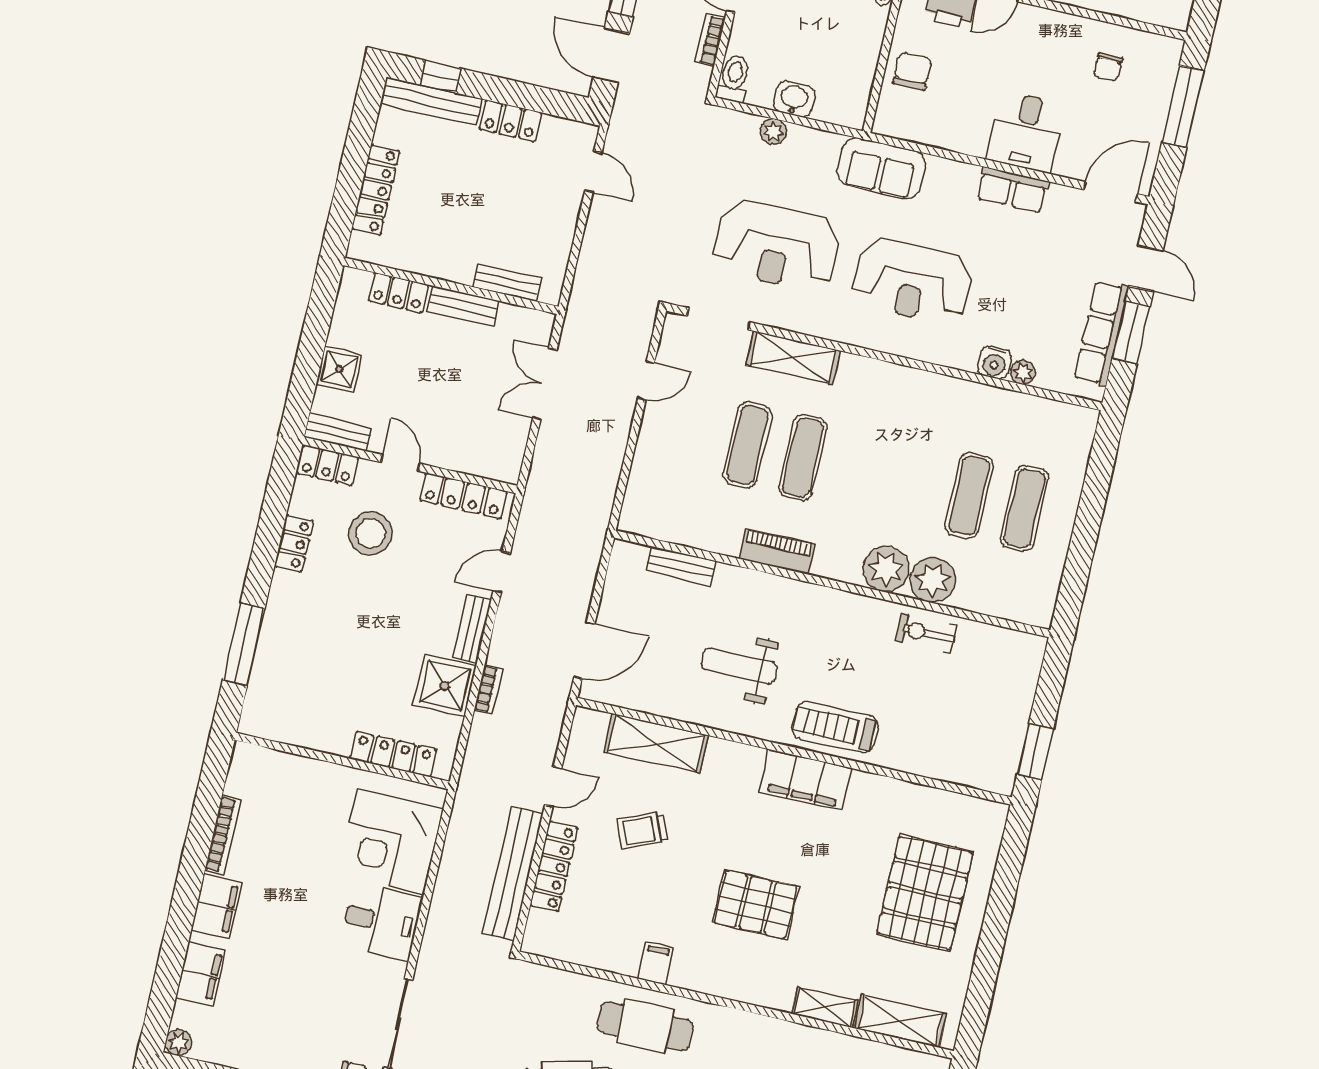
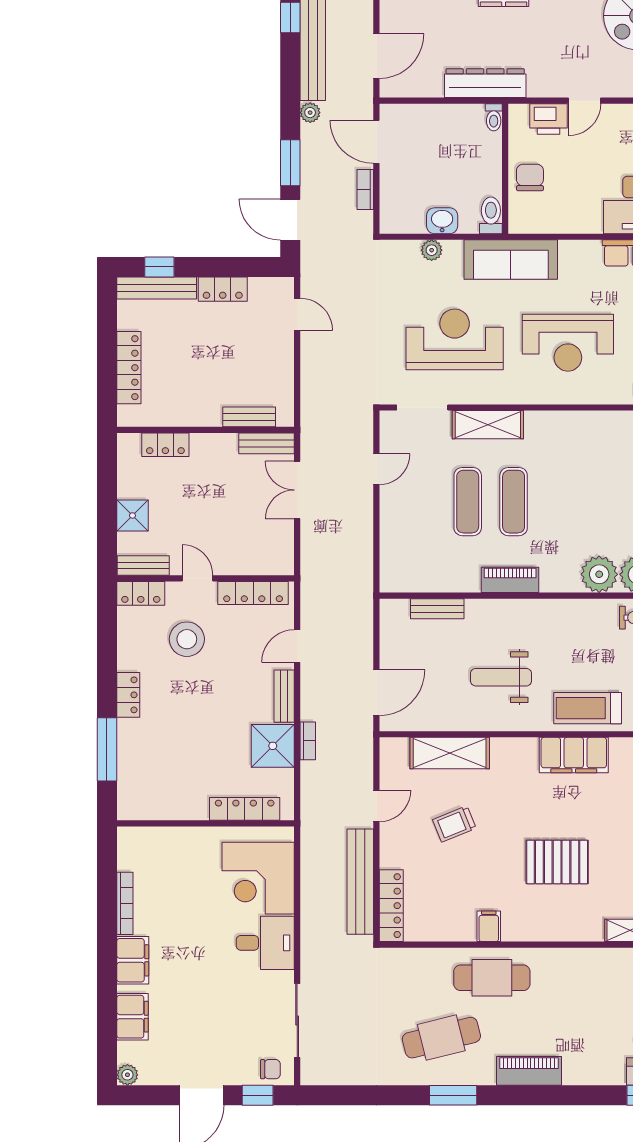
toilet: (734, 78) -> (491, 215), moved
sofa: (881, 168) -> (511, 260), width x1.36
reception desk: (776, 246) -> (455, 339), turned 180
bench: (463, 306) -> (266, 443), moved
locker: (294, 544) -> (128, 695), moved
locker: (554, 866) -> (391, 906), moved

